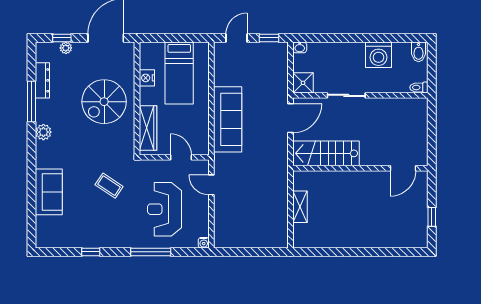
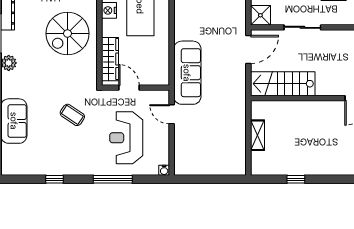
sofa: (228, 119) -> (187, 73), moved
door: (181, 157) -> (129, 88), moved
window: (340, 252) -> (296, 179), added

